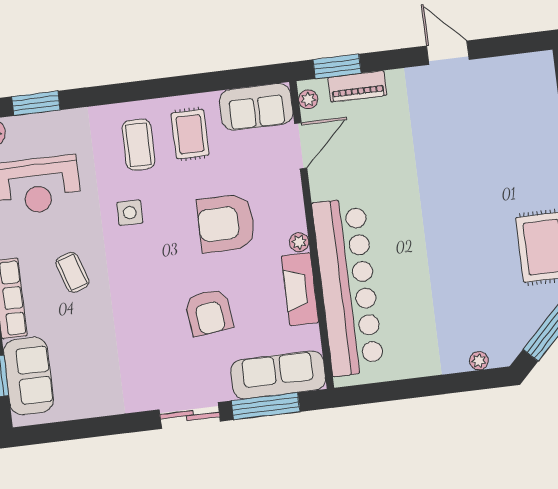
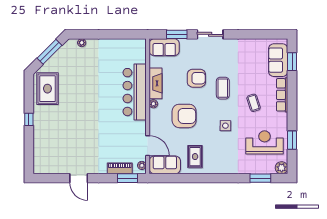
coffee table: (138, 145) -> (223, 88), moved
door: (301, 146) -> (148, 146), swing flipped
bar counter: (348, 287) -> (135, 92), width x0.73
armchair: (209, 312) -> (196, 78), turned 97
sofa: (278, 375) -> (164, 47), width x0.73
window: (266, 406) -> (177, 34), width x0.69

